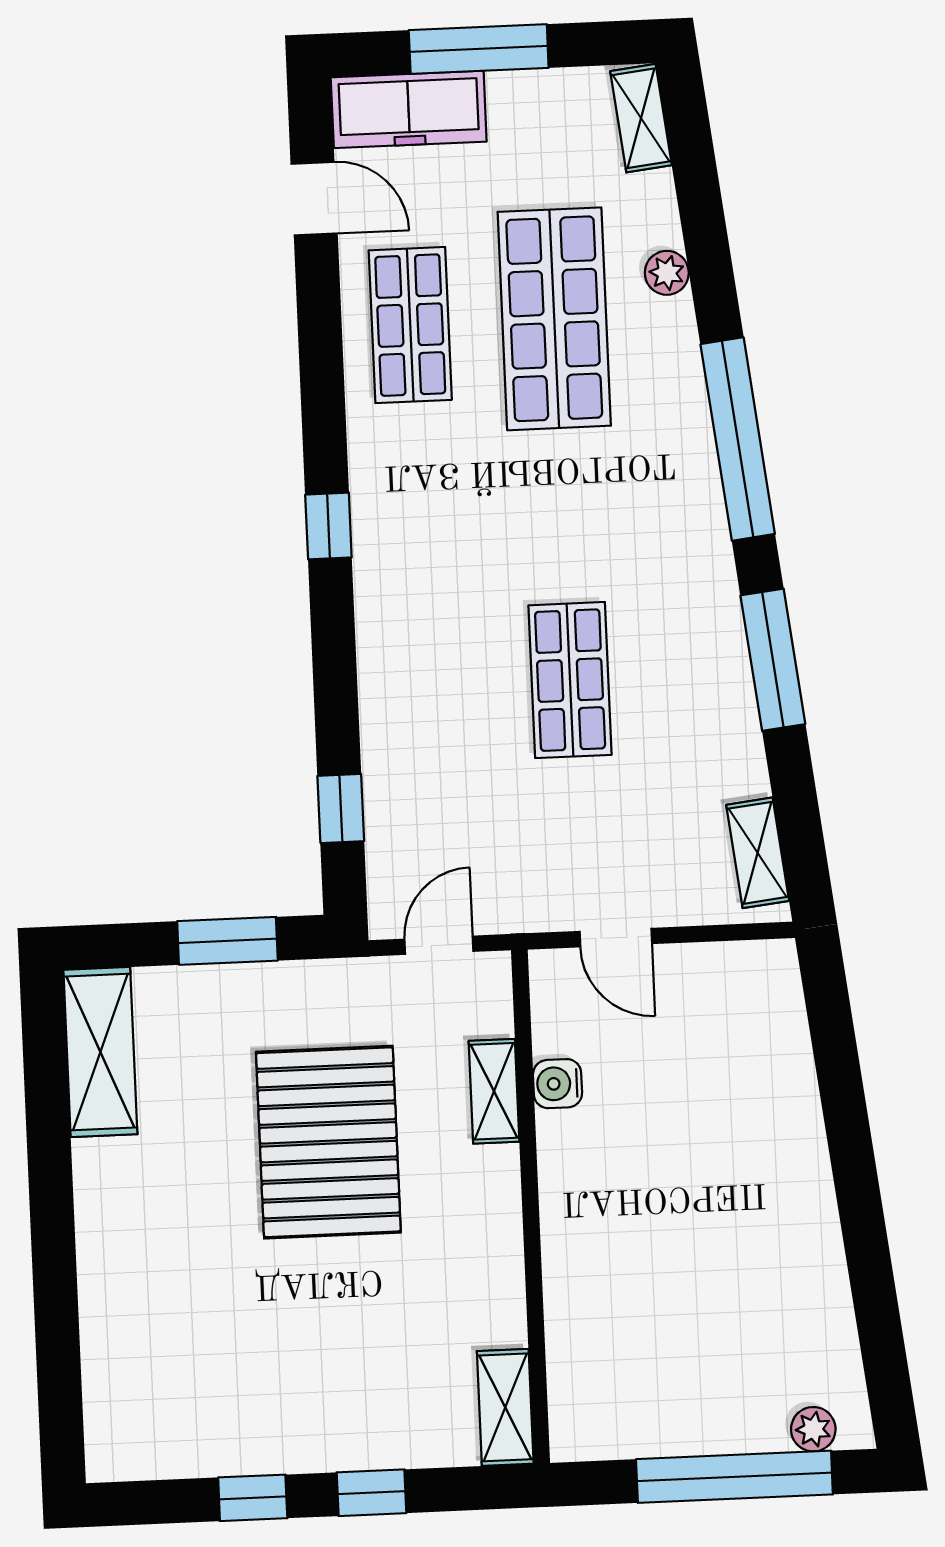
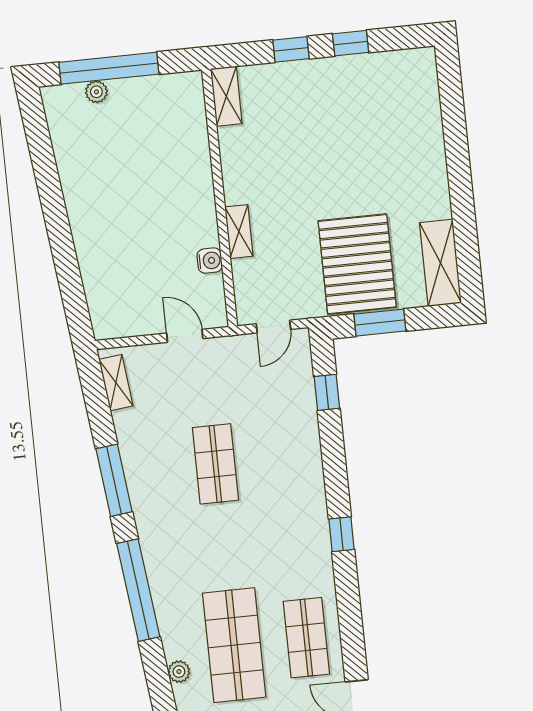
shelving: (494, 1091) -> (239, 232), moved
pallet: (328, 1142) -> (357, 264), moved
plant: (813, 1429) -> (96, 92), moved

